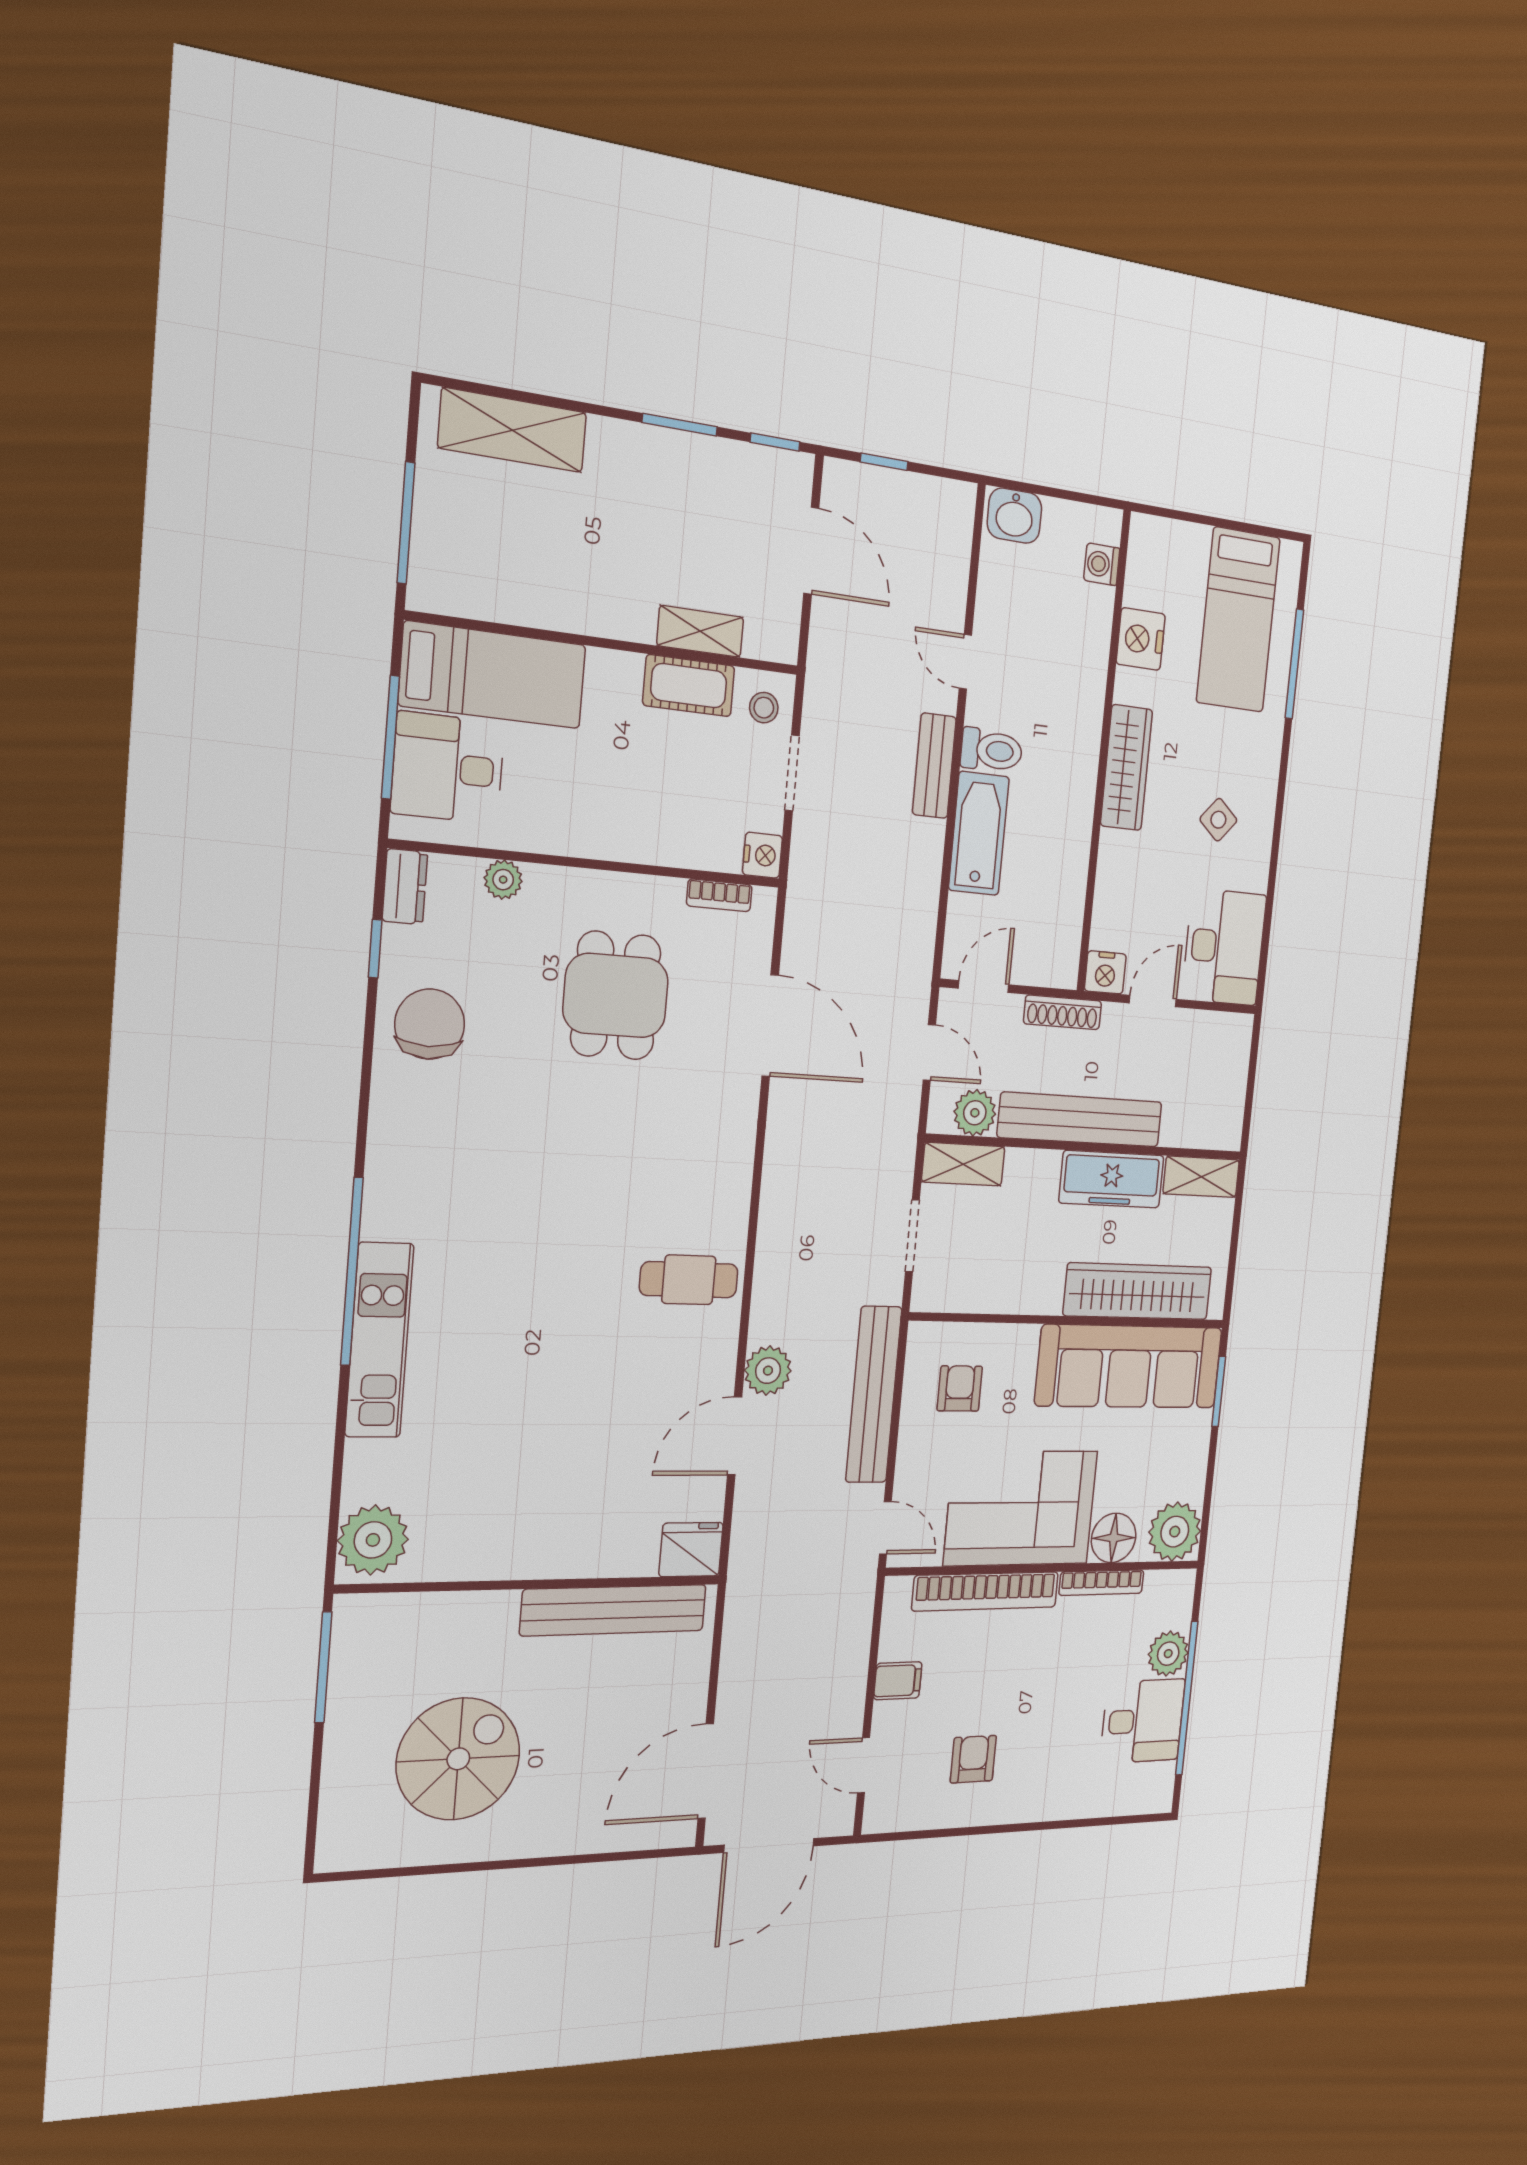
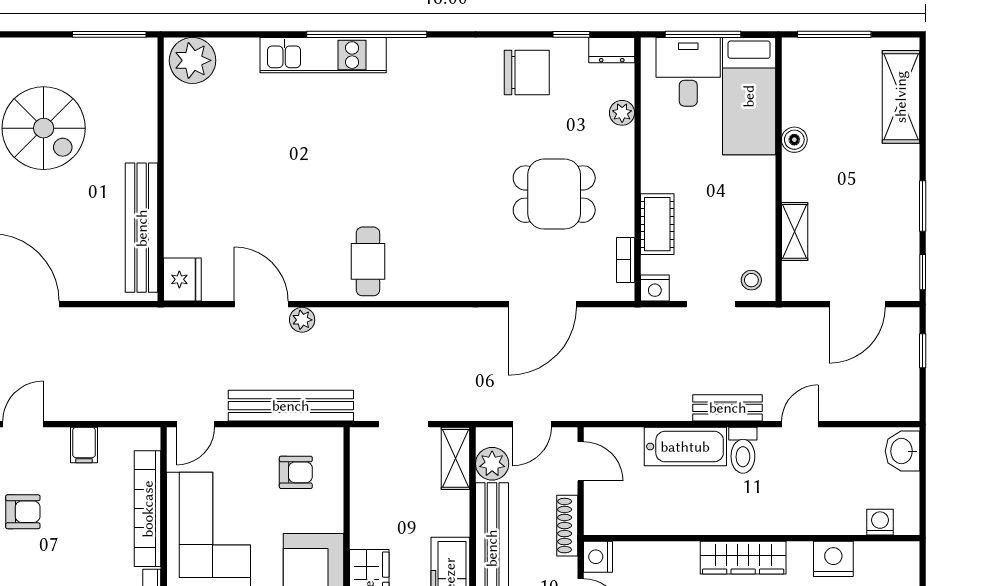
boiler: (565, 612) -> (794, 140), added
cot: (689, 686) -> (657, 224), moved
plant: (768, 1371) -> (302, 320), width x0.73, depth x0.73

